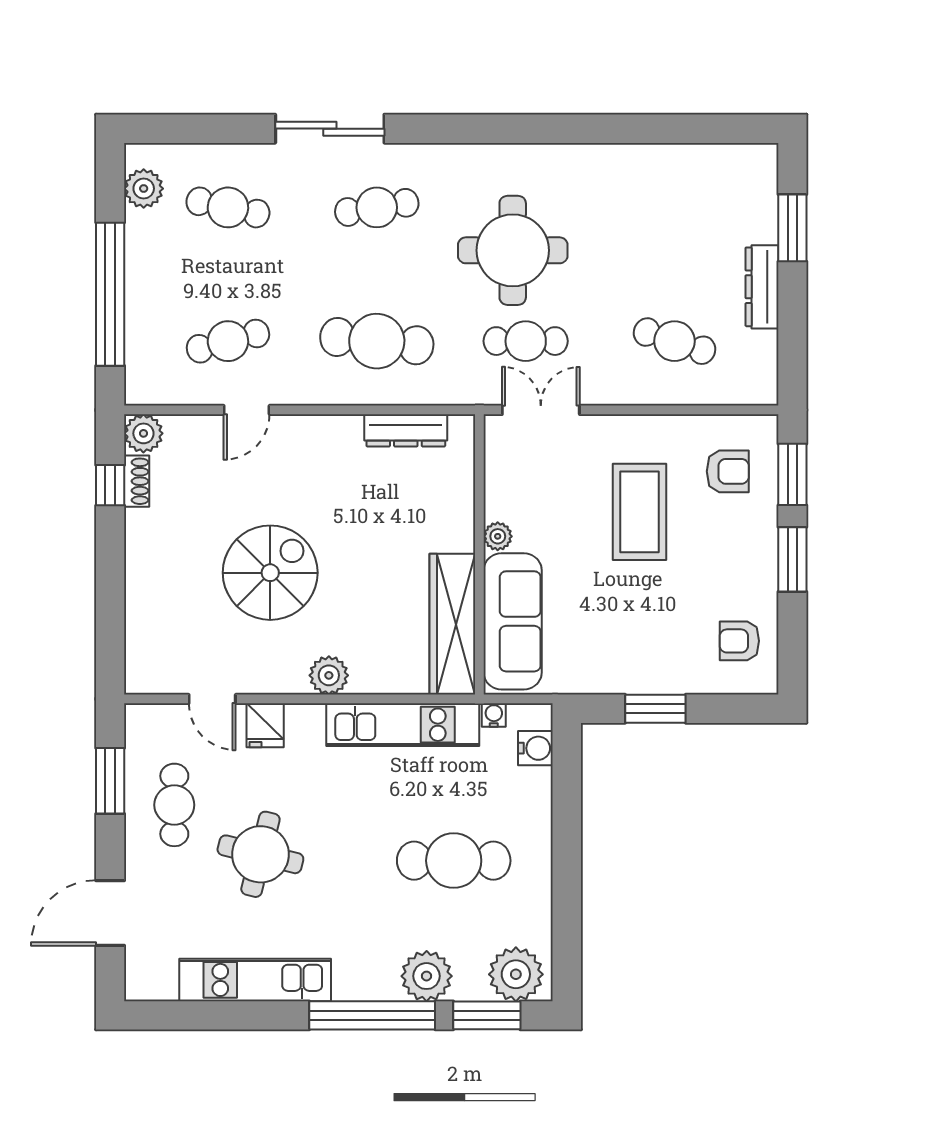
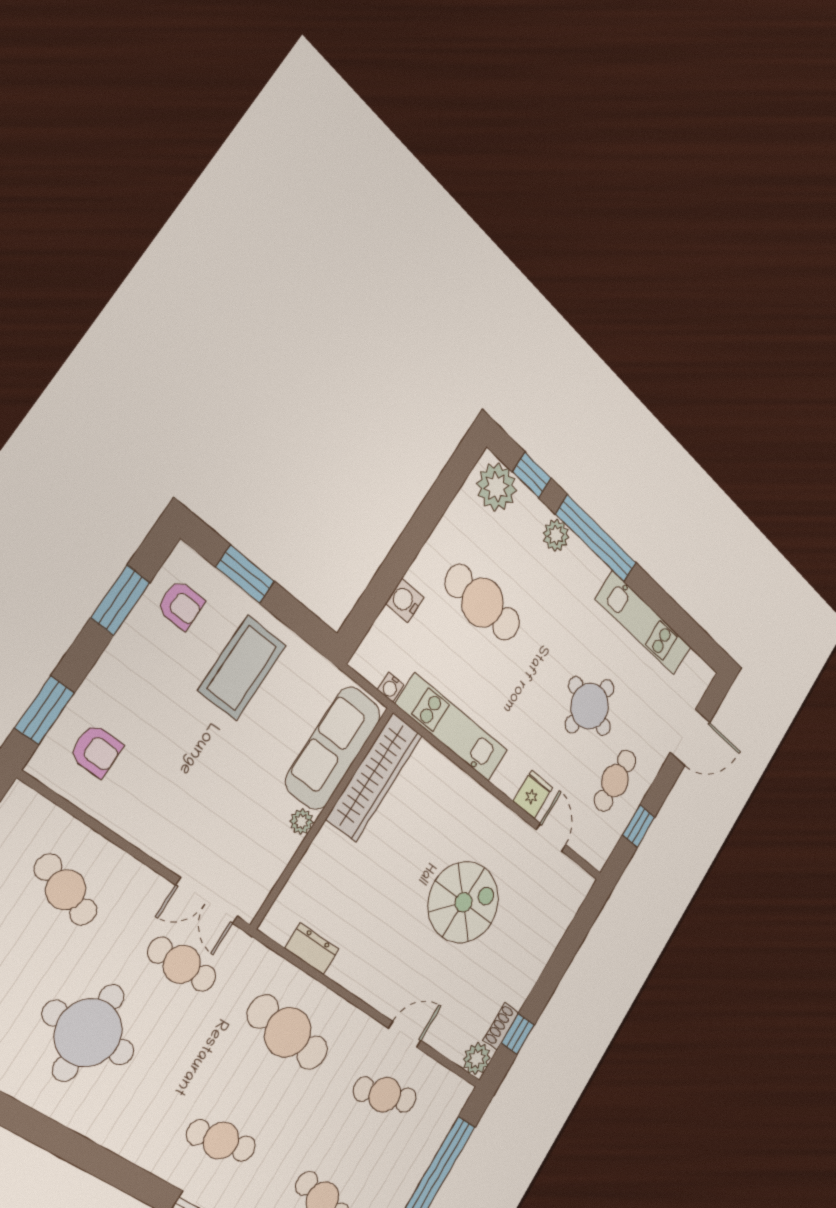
round table: (513, 250) -> (88, 1033), moved
dresser: (406, 430) -> (312, 949), width x0.70
armchair: (728, 471) -> (96, 751), turned 180
coffee table: (639, 512) -> (242, 668), moved
window: (792, 559) -> (120, 600), moved
spiral stairs: (270, 573) -> (463, 902), turned 180
plant: (329, 675) -> (474, 800), removed
window: (655, 709) -> (245, 574), moved
water cooler: (535, 748) -> (405, 601), moved
window: (110, 781) -> (639, 826), width x0.67
plant: (427, 976) -> (556, 535), width x0.73, depth x0.73
window: (487, 1015) -> (532, 475), width x0.67

